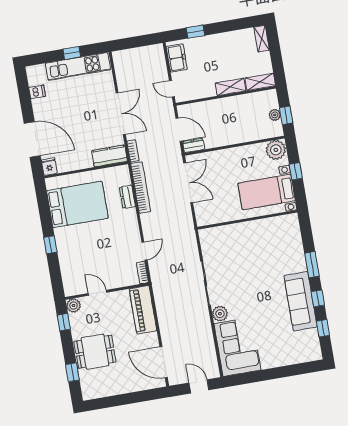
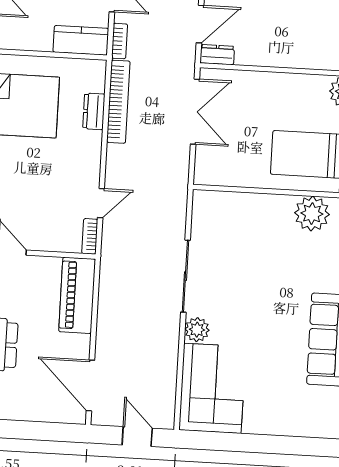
door: (179, 130) -> (200, 24), hinge flipped
plant: (273, 228) -> (312, 214), added

